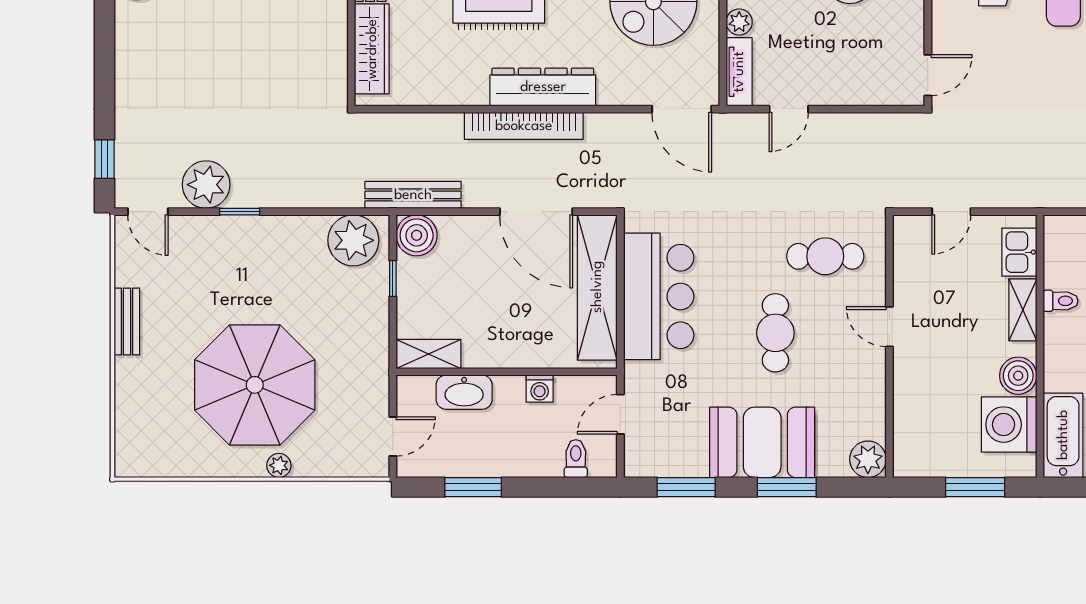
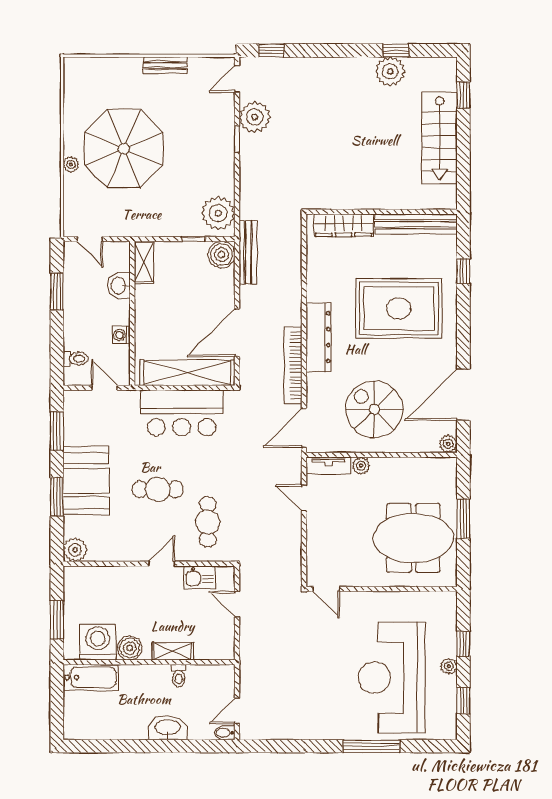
bookcase: (524, 126) -> (293, 365), moved
kitchen sink: (1019, 252) -> (199, 577), moved, turned 180
washbasin: (464, 392) -> (119, 286), width x0.72

